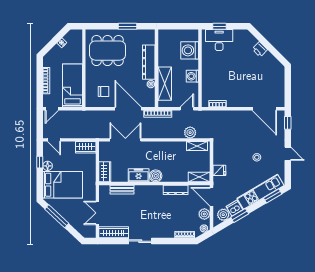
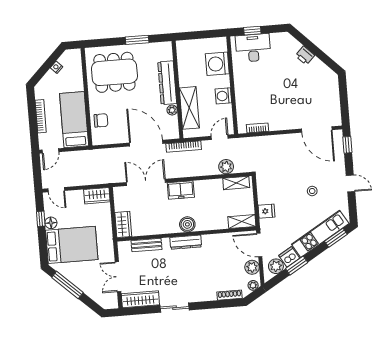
chair: (104, 91) -> (101, 120), moved
freezer: (139, 175) -> (181, 190), moved, turned 180
dresser: (176, 190) -> (186, 242), moved

